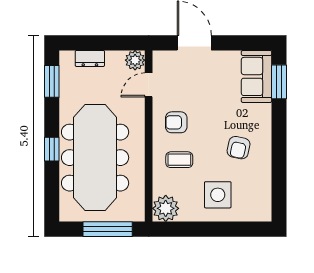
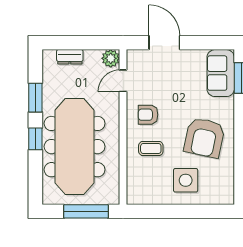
window: (52, 81) -> (35, 98), moved
armchair: (239, 148) -> (204, 138), width x1.88, depth x1.88
plant: (166, 208) -> (138, 193), removed

